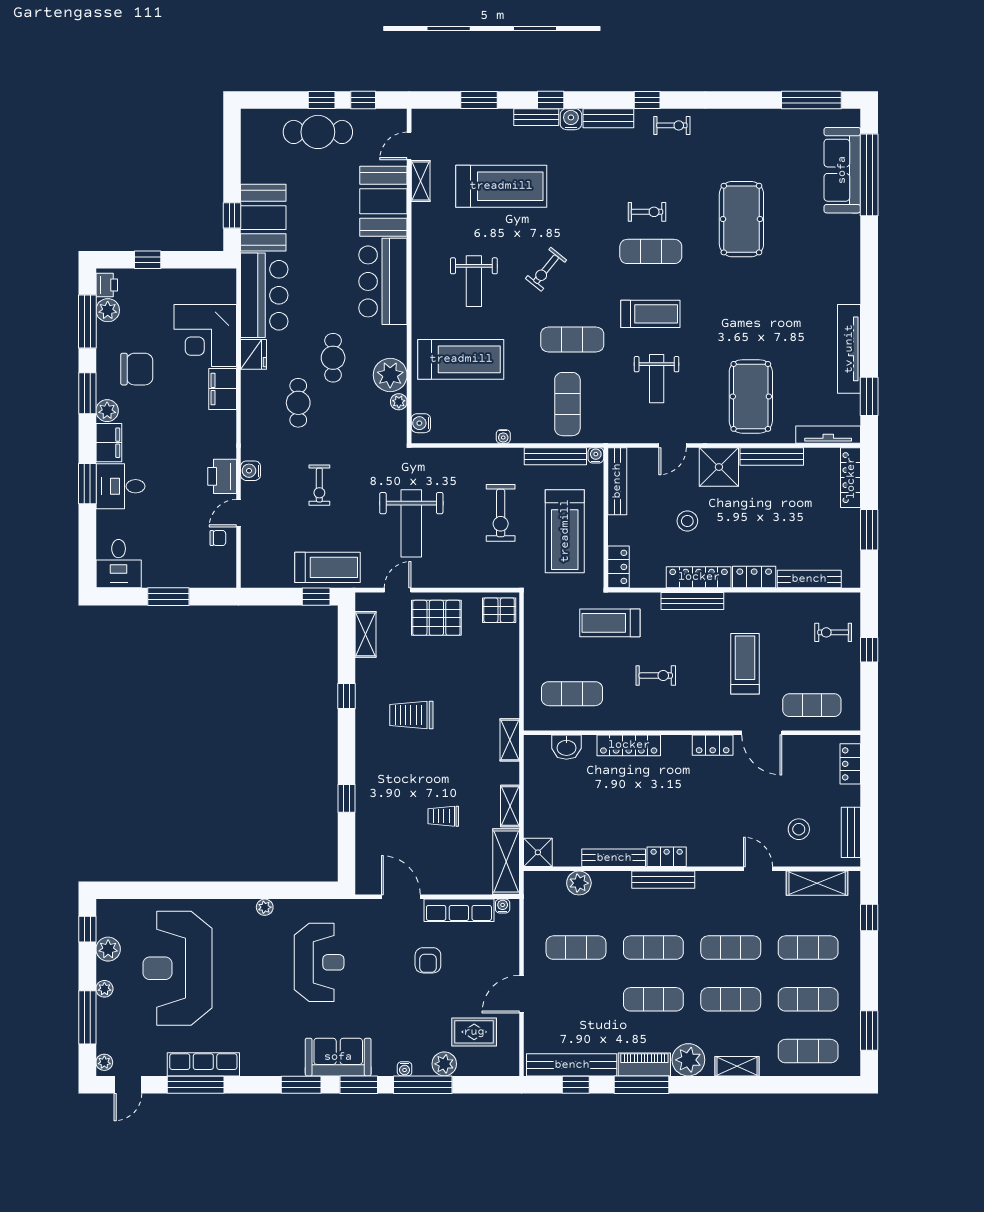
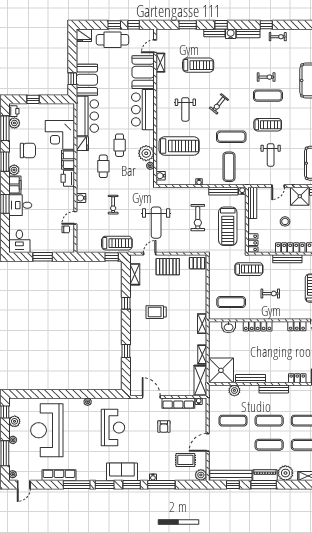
fridge: (257, 122) -> (84, 35), added
treadmill: (501, 186) -> (198, 65), width x0.73, depth x0.73
printer: (222, 476) -> (68, 178), moved
treadmill: (610, 623) -> (249, 269), turned 180
trolley: (443, 816) -> (171, 359), removed
shower: (538, 852) -> (221, 370), width x1.86, depth x1.86
locker: (667, 857) -> (297, 378), moved
plant: (444, 1064) -> (201, 475), moved
window: (196, 1085) -> (77, 485), moved

